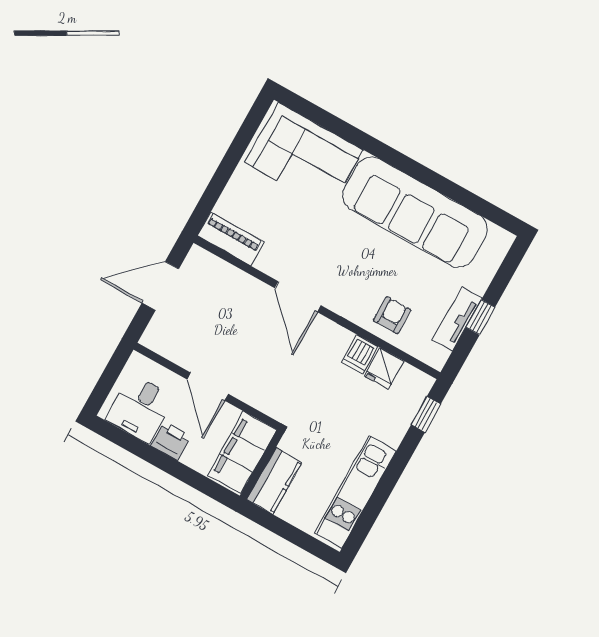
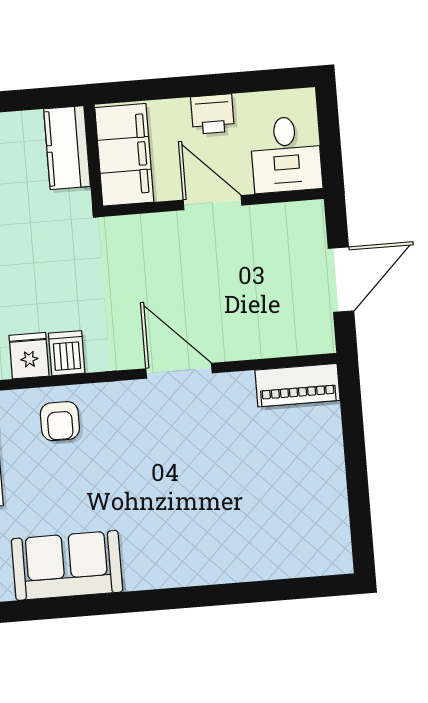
corner sofa: (304, 156) -> (278, 533), removed
sofa: (415, 212) -> (67, 565), width x0.54, depth x0.79
desk: (140, 408) -> (286, 154), moved, turned 180

